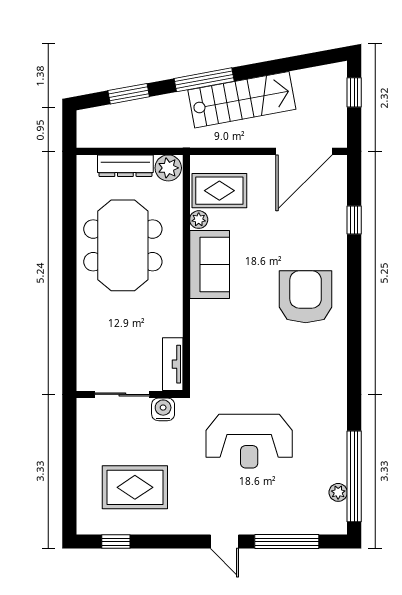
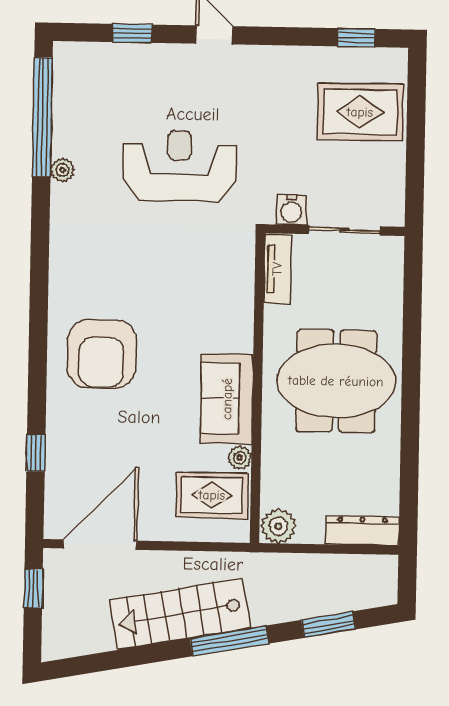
window: (354, 92) -> (33, 589), moved
dresser: (125, 166) -> (362, 531), moved
meeting table: (123, 245) -> (336, 381), moved, turned 90
rug: (135, 487) -> (360, 112), moved
plant: (338, 492) -> (62, 170), moved
window: (287, 542) -> (132, 33), width x0.46

